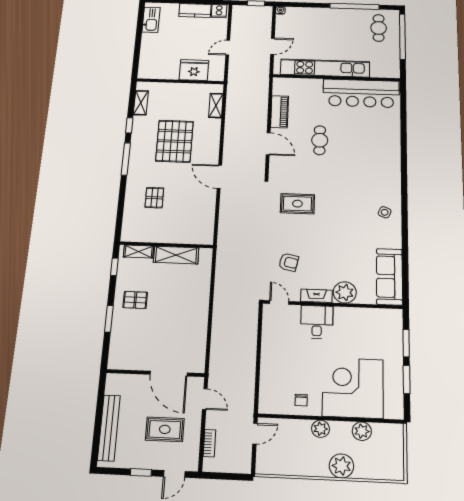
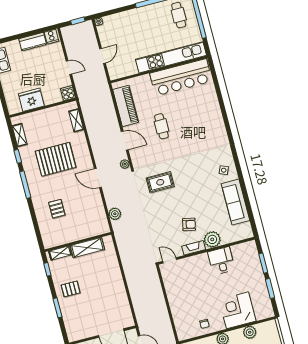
door: (228, 48) -> (69, 68), swing flipped
kitchen unit: (325, 68) -> (171, 57), moved
fridge: (194, 70) -> (31, 100), moved
cooker: (217, 74) -> (68, 93), added
piano: (279, 112) -> (126, 106), width x1.37, depth x1.33
pallet: (174, 141) -> (56, 159), turned 90
plant: (259, 170) -> (125, 164), added
plant: (226, 225) -> (115, 214), added
armchair: (289, 262) -> (189, 224), moved
sofa: (389, 277) -> (236, 202), moved
desk: (317, 322) -> (221, 261), moved
corner desk: (353, 388) -> (237, 310), width x0.74, depth x0.74

